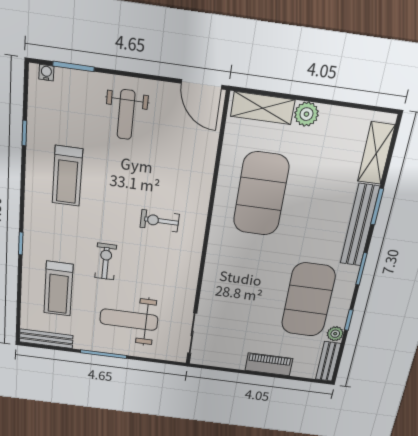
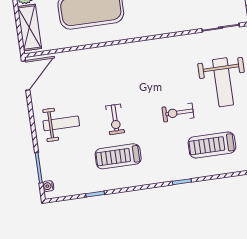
treadmill: (67, 176) -> (118, 156), turned 180
exercise bike: (160, 221) -> (115, 119), moved
treadmill: (58, 289) -> (212, 145), turned 180

